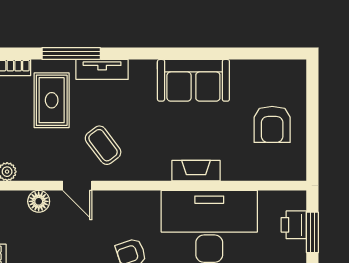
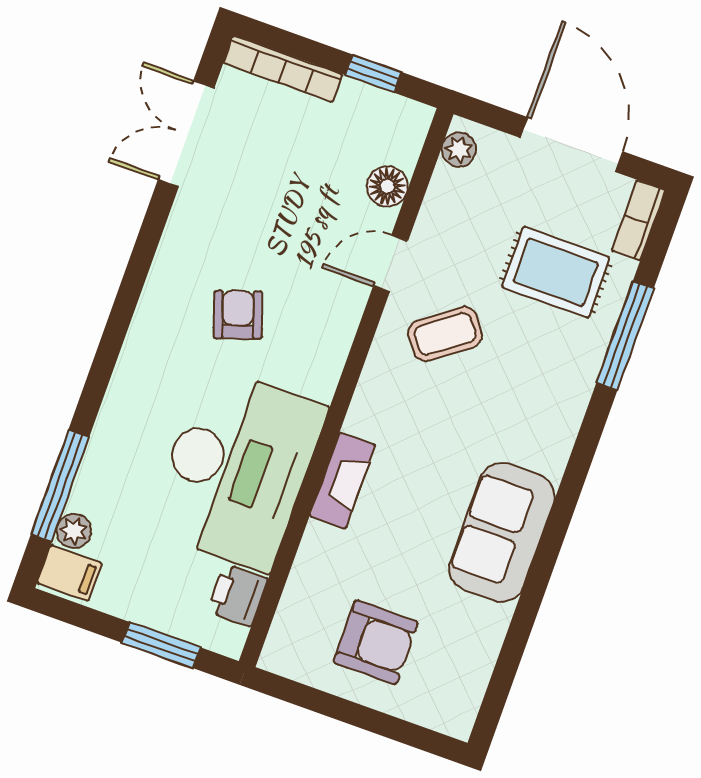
tv unit: (102, 69) -> (578, 380), removed
armchair: (272, 124) -> (376, 642), turned 180
printer: (294, 225) -> (238, 595), moved, turned -90

